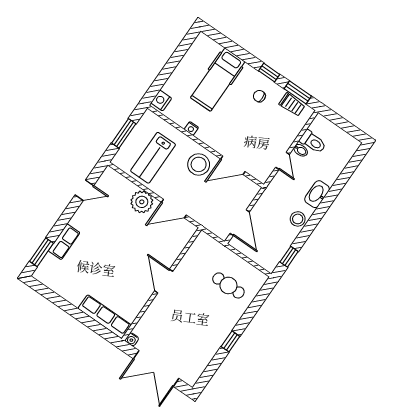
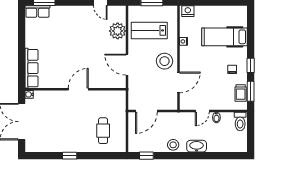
toilet: (313, 142) -> (240, 121), moved
door: (233, 165) -> (179, 82), swing flipped
plant: (142, 202) -> (118, 31), moved
row of seats: (64, 242) -> (37, 12), moved

